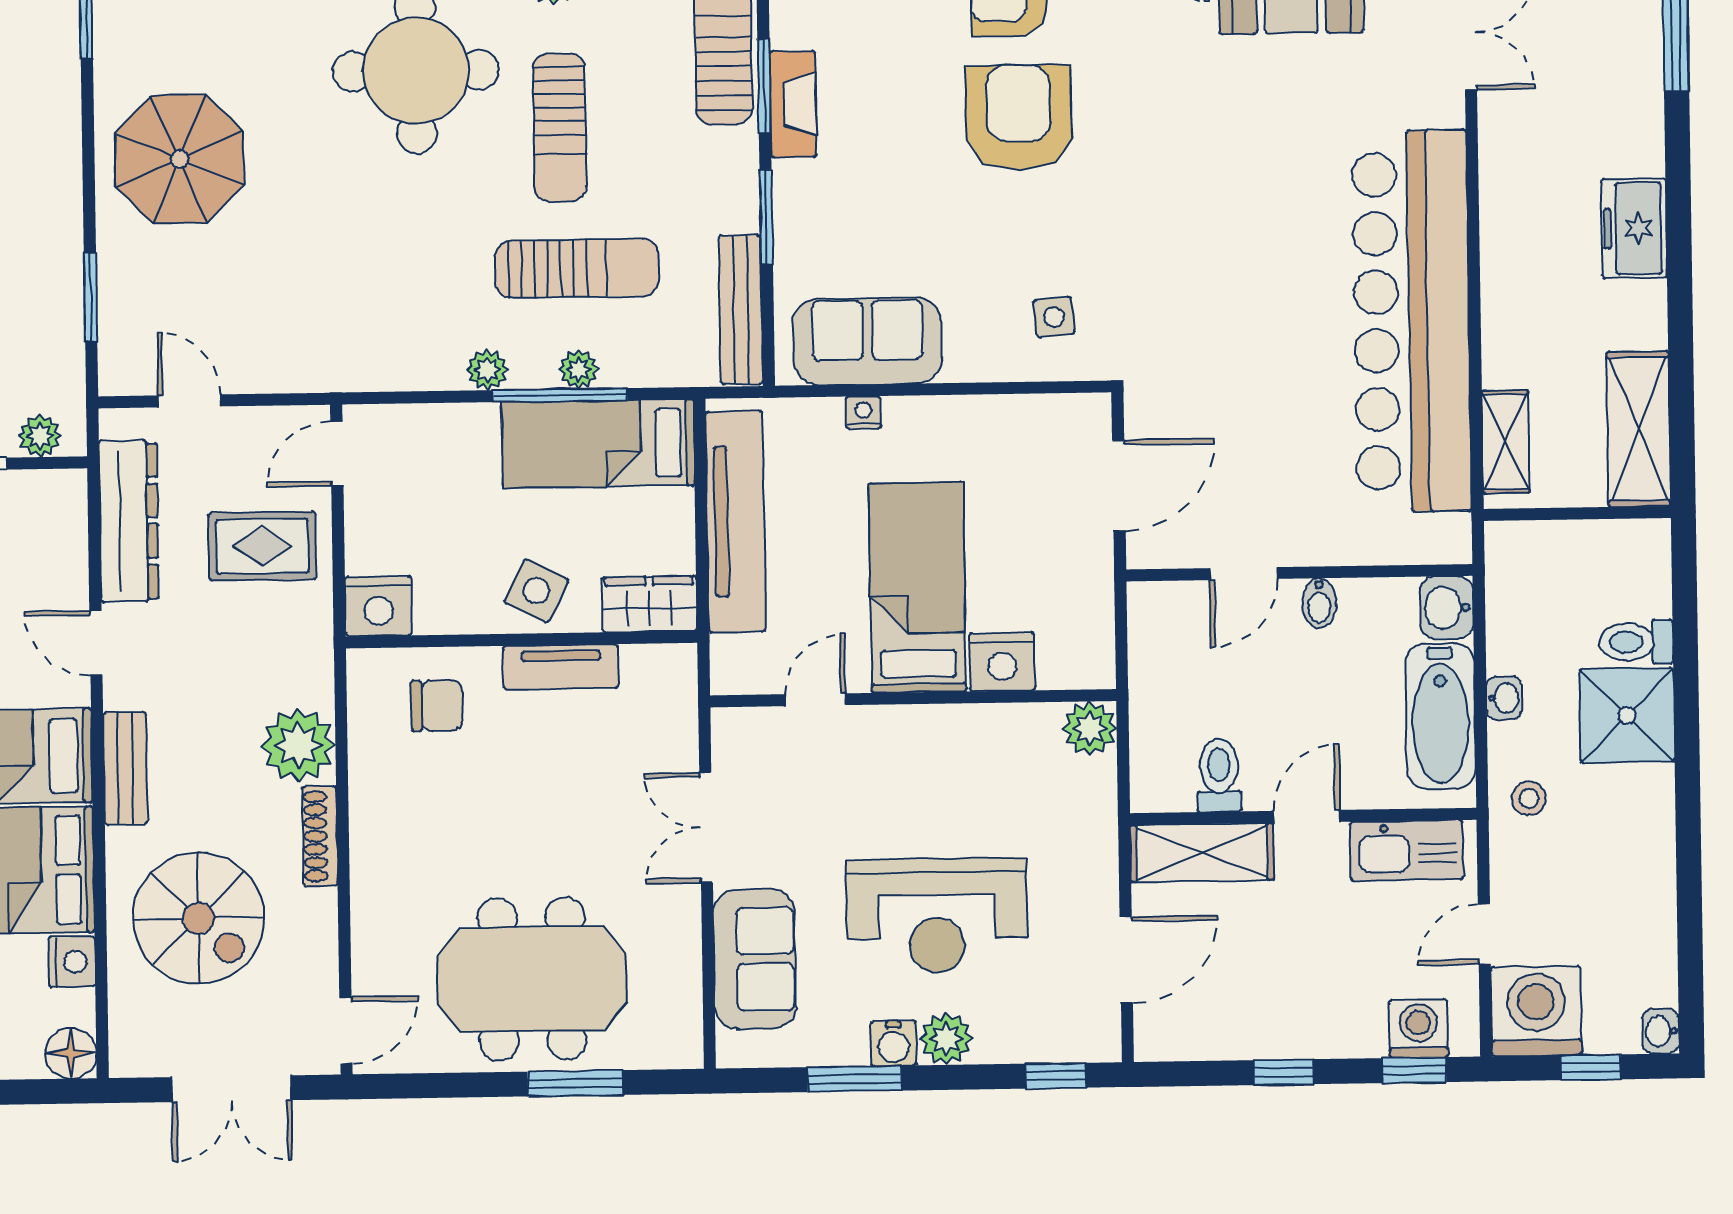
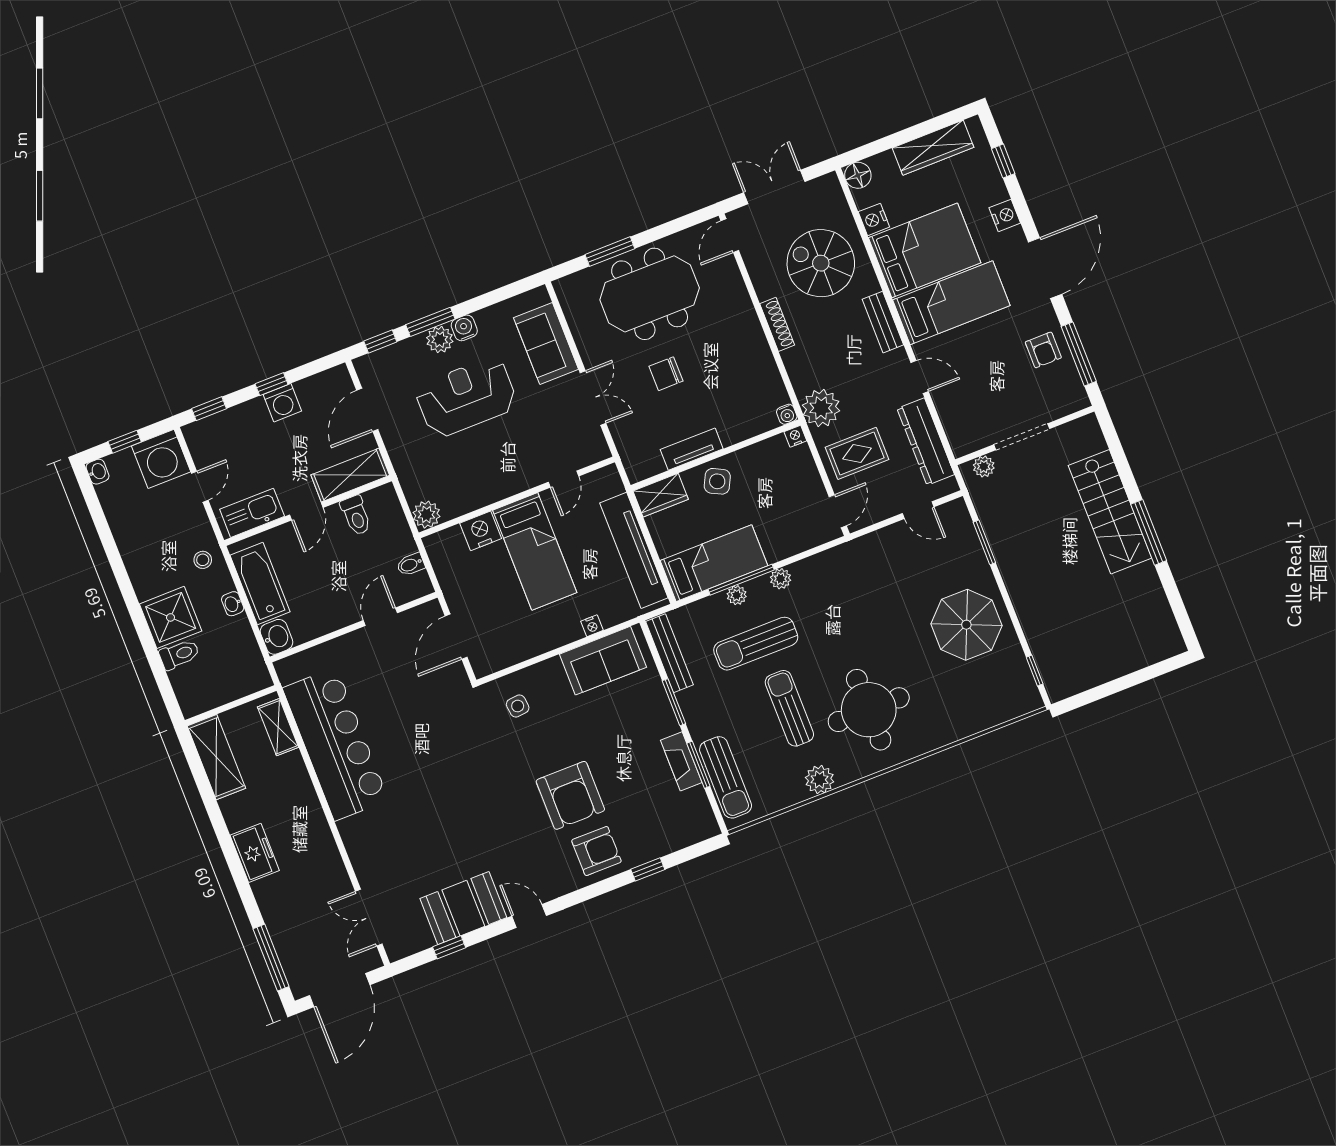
bar counter: (1412, 321) -> (335, 744), width x0.73
bidet: (1319, 603) -> (411, 564), moved, turned -90
nightstand: (378, 606) -> (795, 436), width x0.53, depth x0.56
water cooler: (364, 666) -> (787, 414), added
chair: (437, 705) -> (666, 374), moved
plant: (298, 745) -> (821, 408), moved
washing machine: (1418, 1028) -> (282, 403), moved
window: (854, 1079) -> (430, 322), moved

